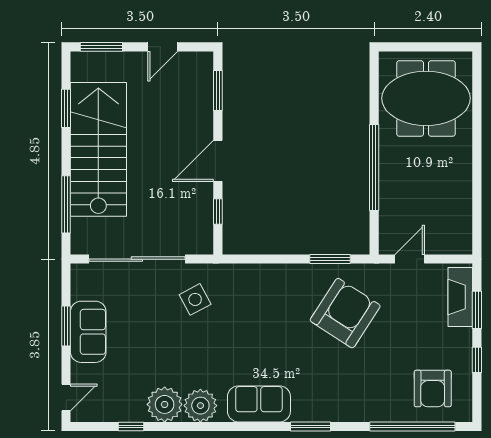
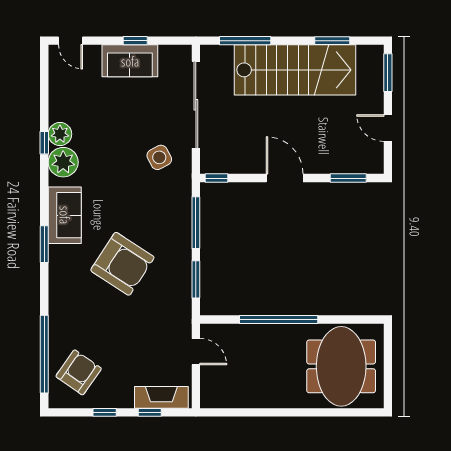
window: (218, 211) -> (216, 178), moved
window: (267, 259) -> (196, 223), added
window: (477, 310) -> (150, 412), width x0.67
armchair: (345, 313) -> (122, 264), moved
window: (66, 326) -> (135, 41), width x0.67
armchair: (433, 389) -> (79, 372), turned 125
plant: (165, 404) -> (60, 134), width x0.73, depth x0.73
window: (131, 426) -> (44, 143), moved
window: (310, 426) -> (44, 244), moved

